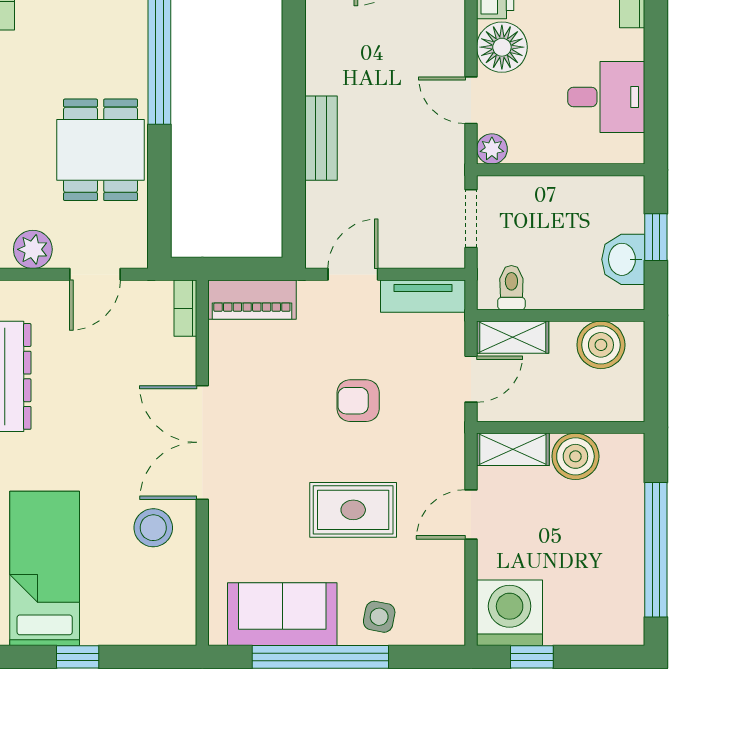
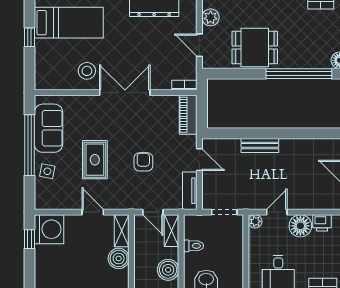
toilet: (511, 288) -> (194, 246), moved

